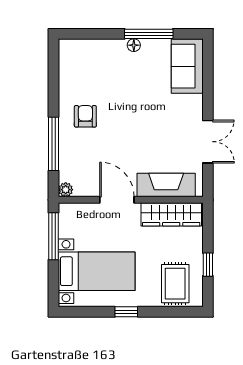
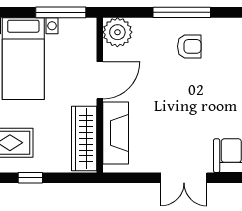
double door: (208, 142) -> (184, 178), moved
window: (54, 144) -> (182, 12), moved
plant: (66, 190) -> (117, 32), width x1.88, depth x1.88

